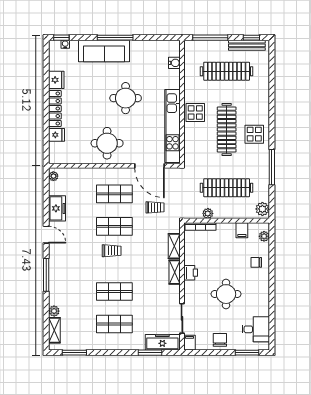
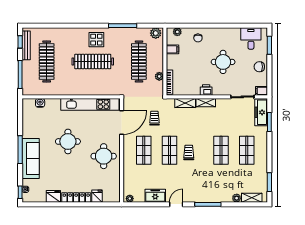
display table: (195, 112) -> (79, 86), removed

